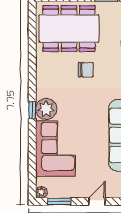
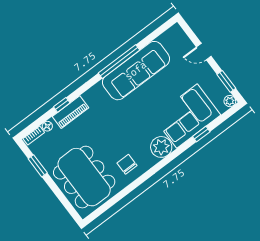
chair: (86, 70) -> (127, 164), moved
window: (32, 110) -> (201, 134), moved

